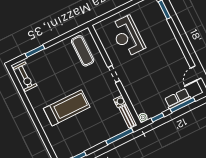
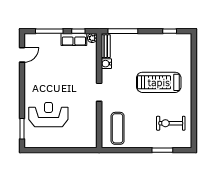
reception desk: (127, 36) -> (48, 115), moved, turned -90
exercise bike: (25, 77) -> (171, 123), moved, turned -90
row of seats: (178, 99) -> (74, 39), moved

